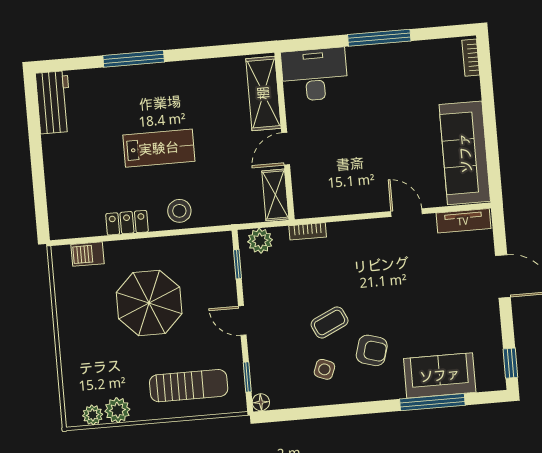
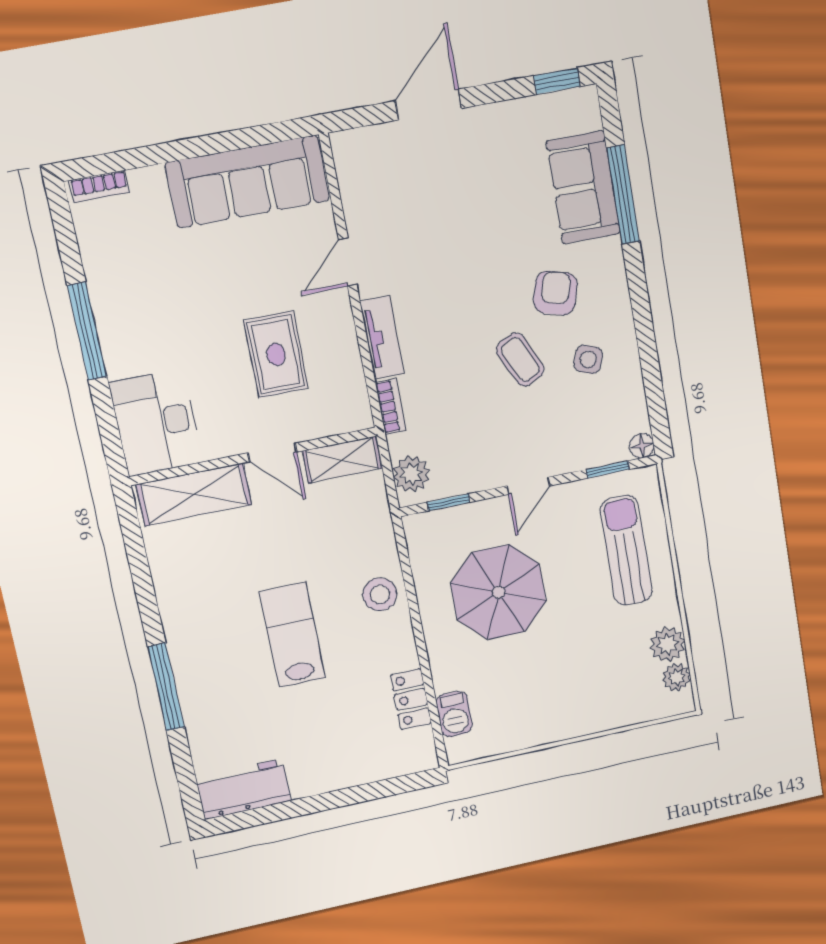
rug: (351, 159) -> (276, 354), added
tv unit: (463, 221) -> (382, 337), moved
locker: (127, 223) -> (411, 699), moved
parasol: (149, 303) -> (498, 592), moved

